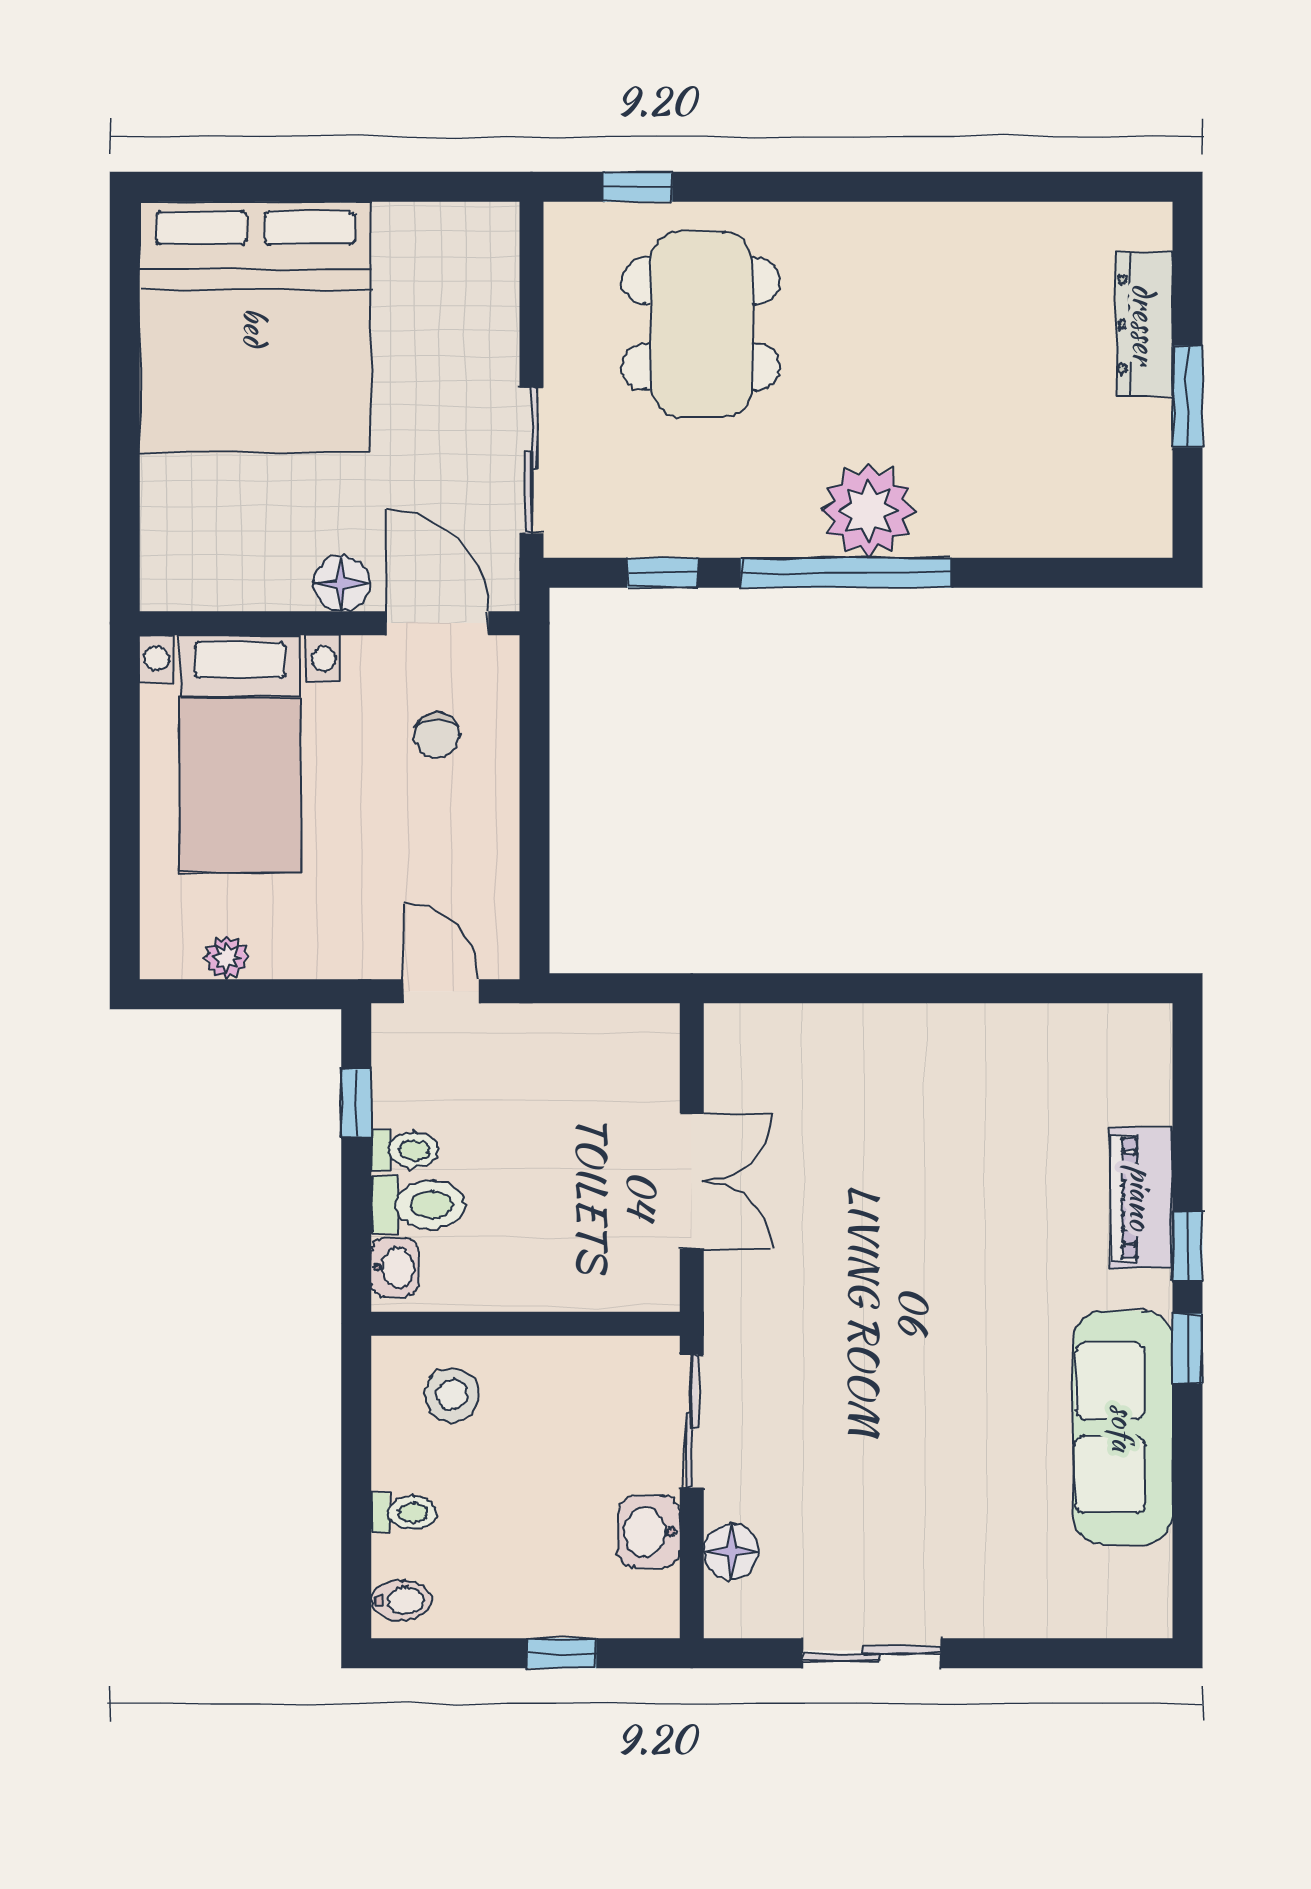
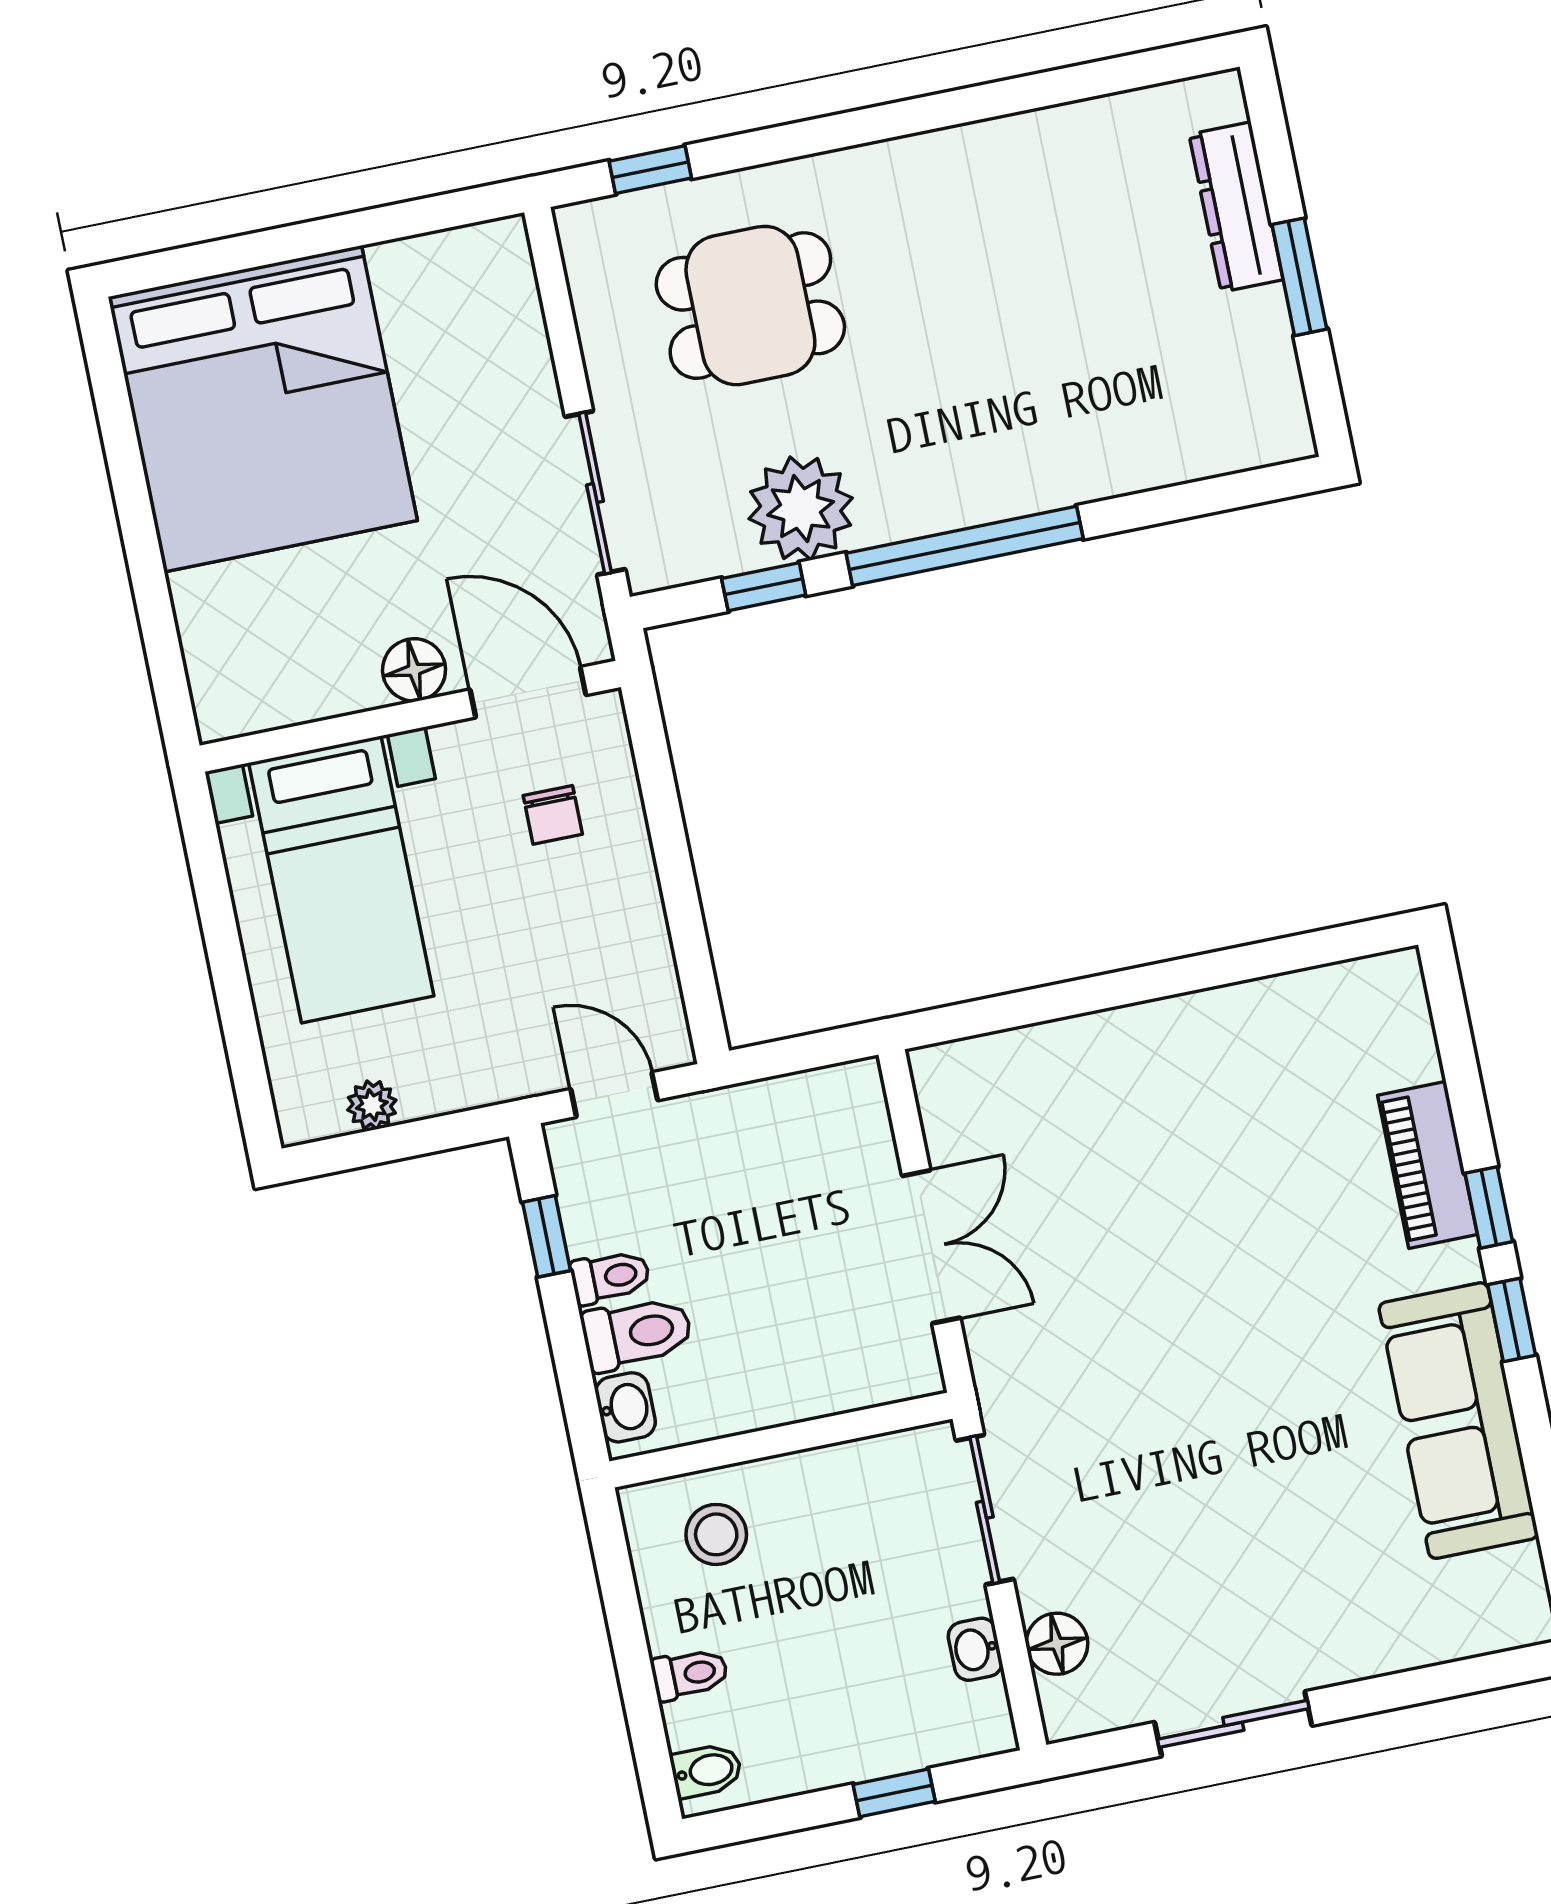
dining table: (701, 324) -> (750, 306), width x0.73
plant: (868, 511) -> (801, 508), moved
washbasin: (649, 1532) -> (975, 1649), width x0.72, depth x0.69

